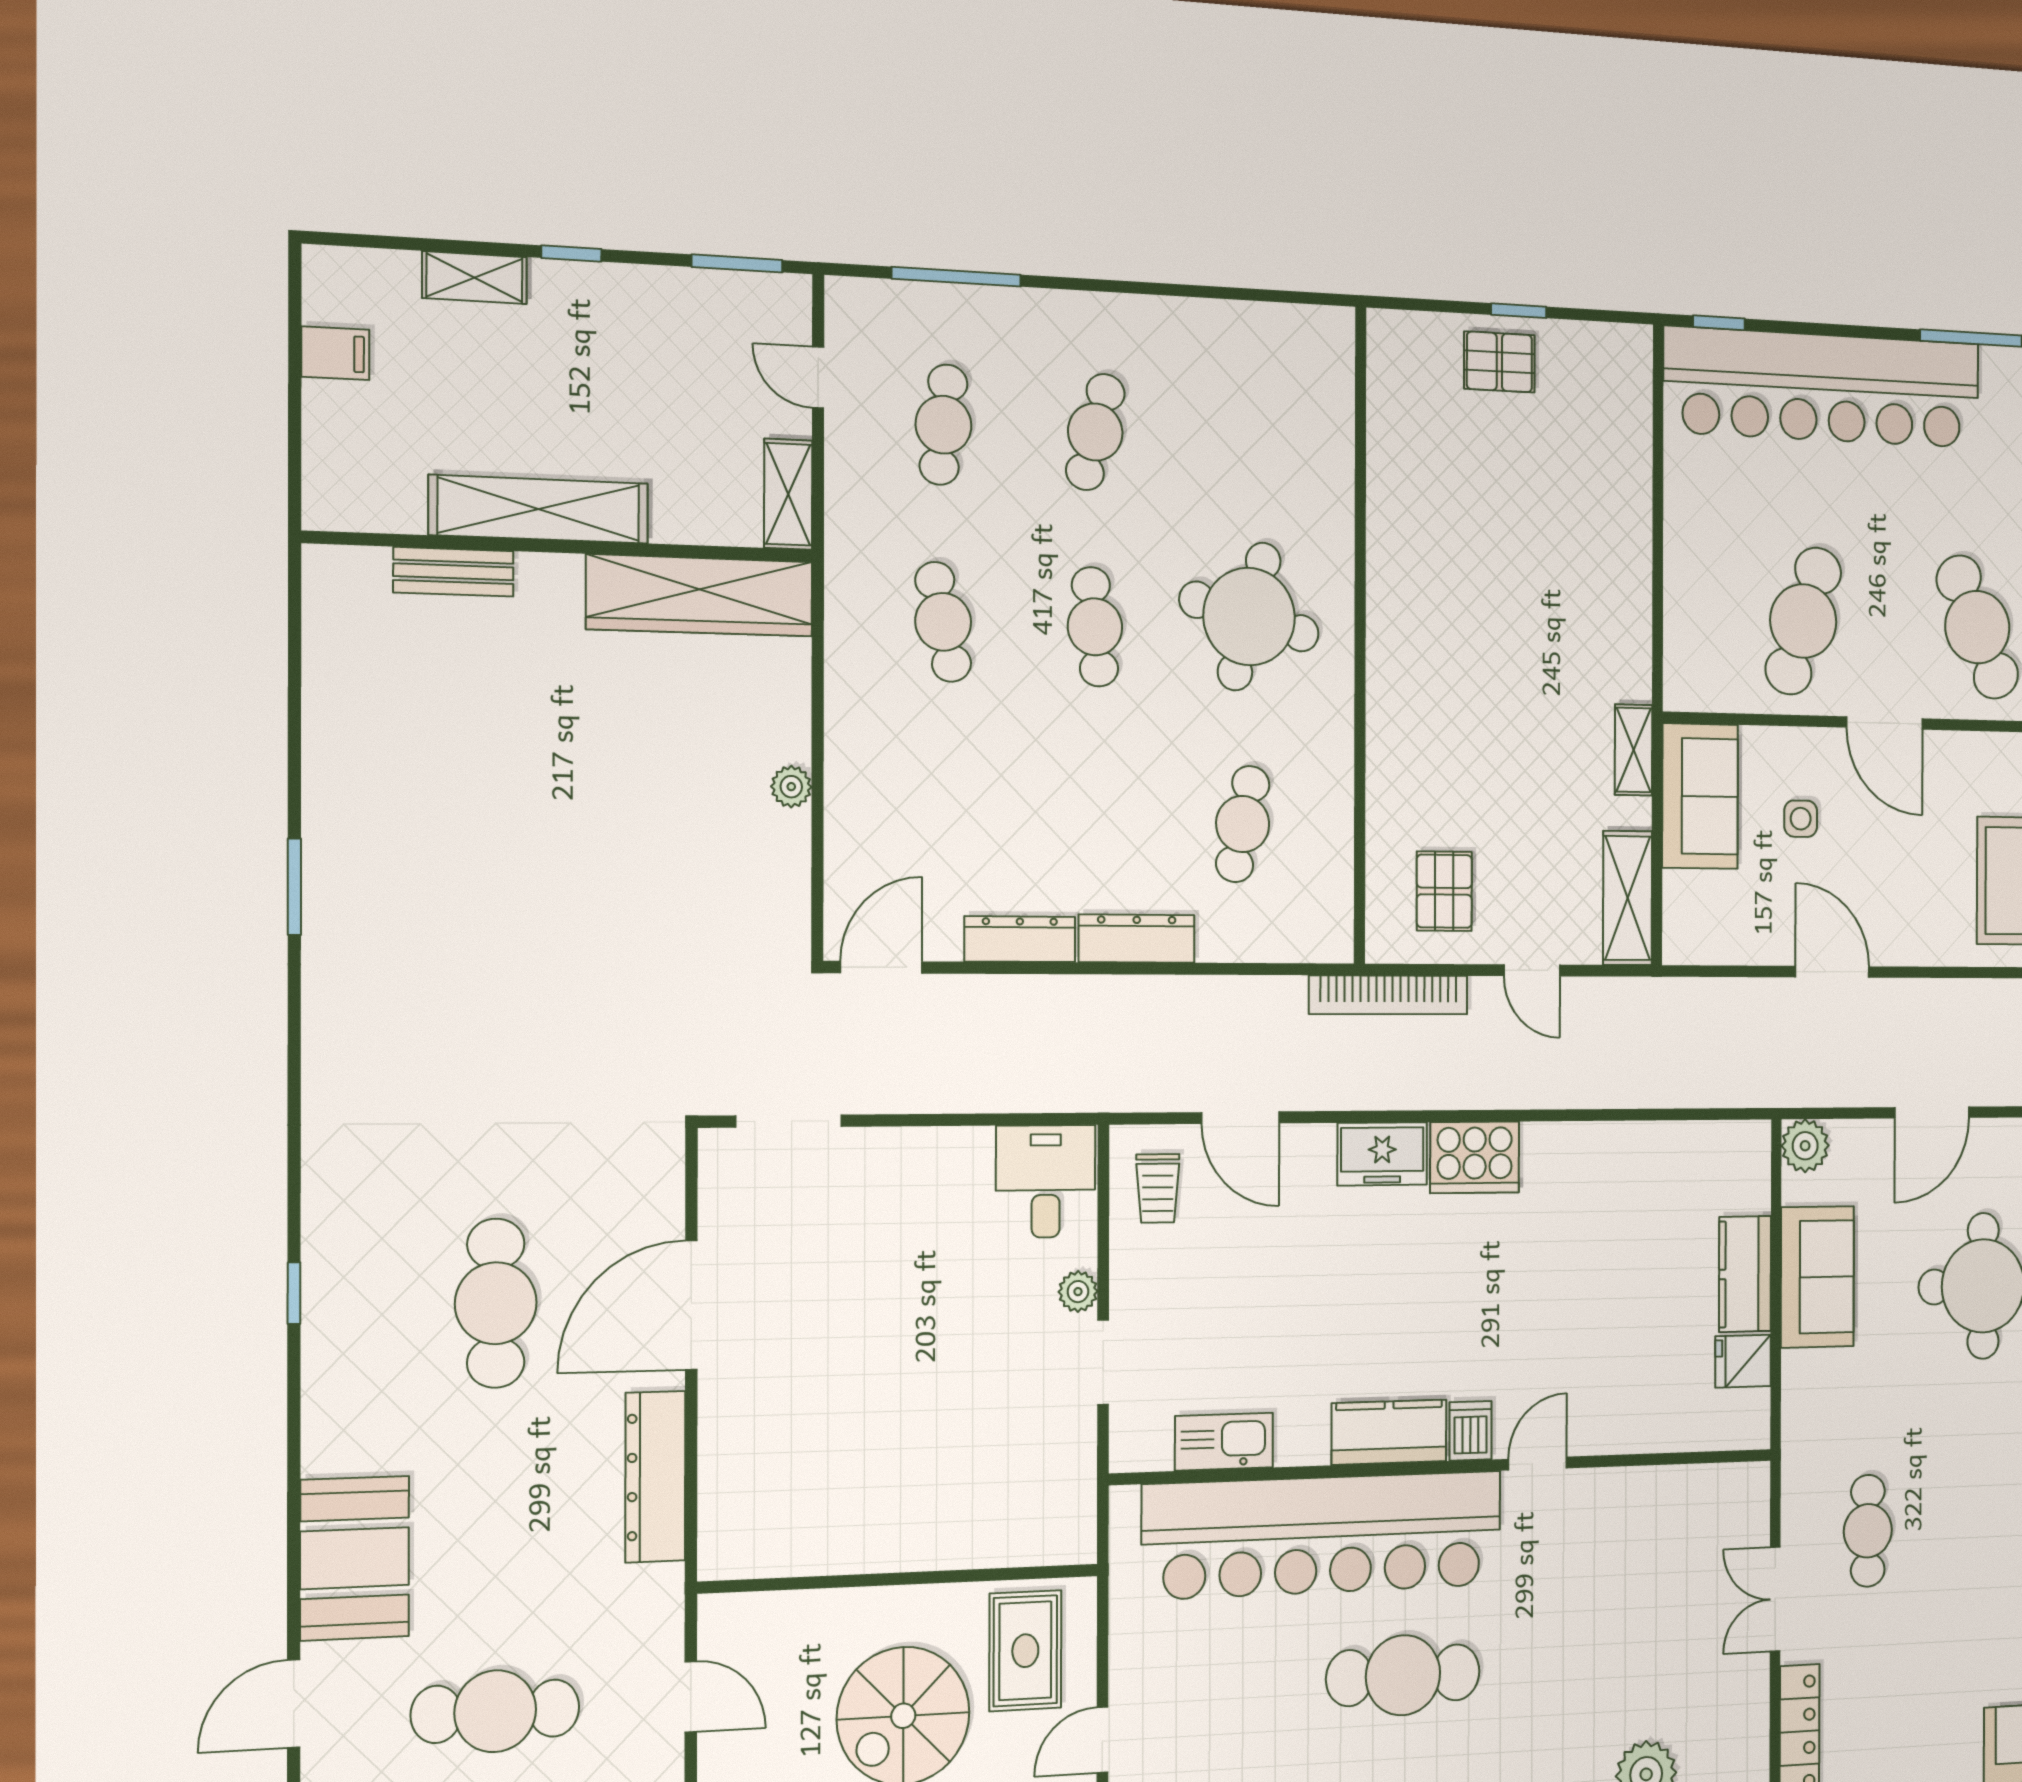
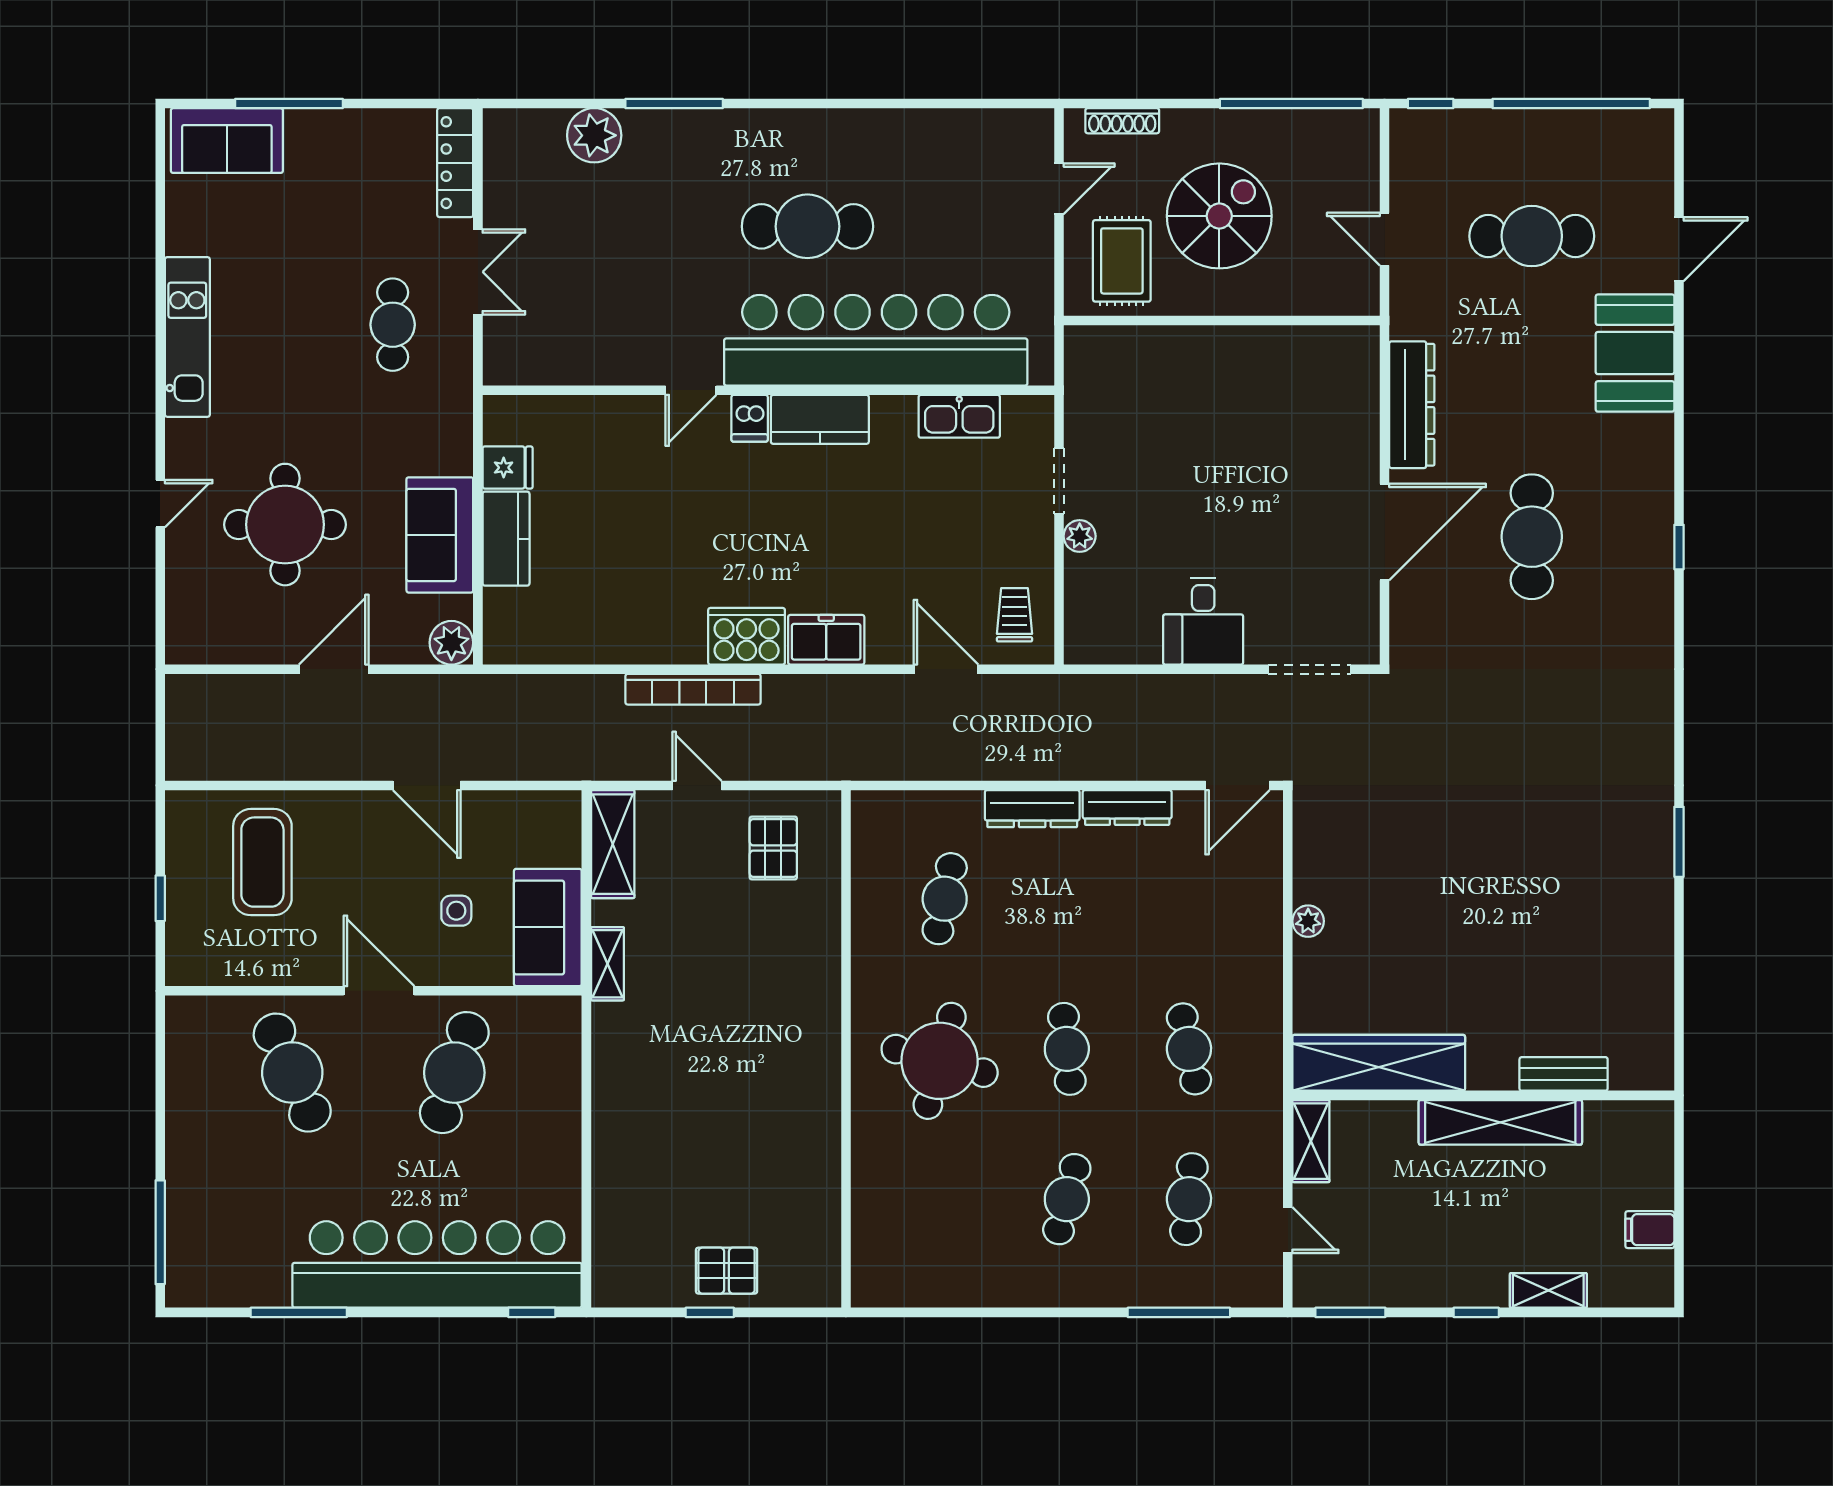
bookcase: (1388, 995) -> (693, 689), moved, turned 180
desk: (1046, 1181) -> (1203, 621), moved

